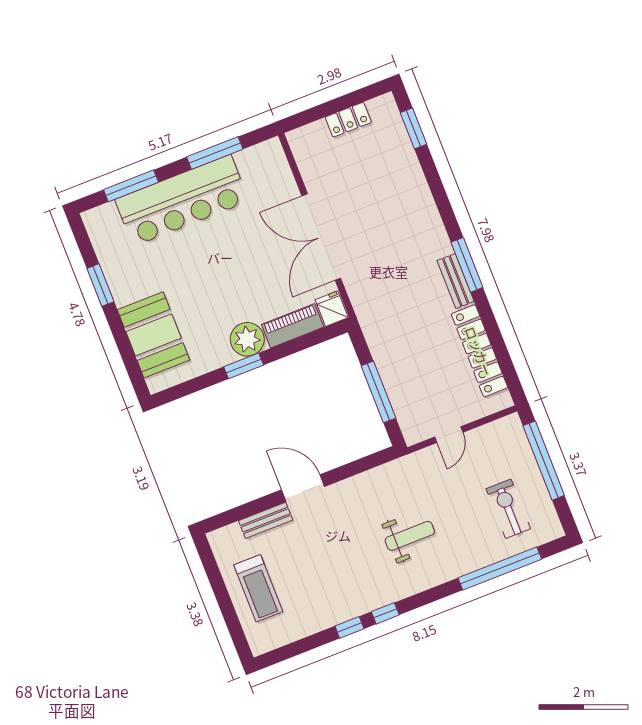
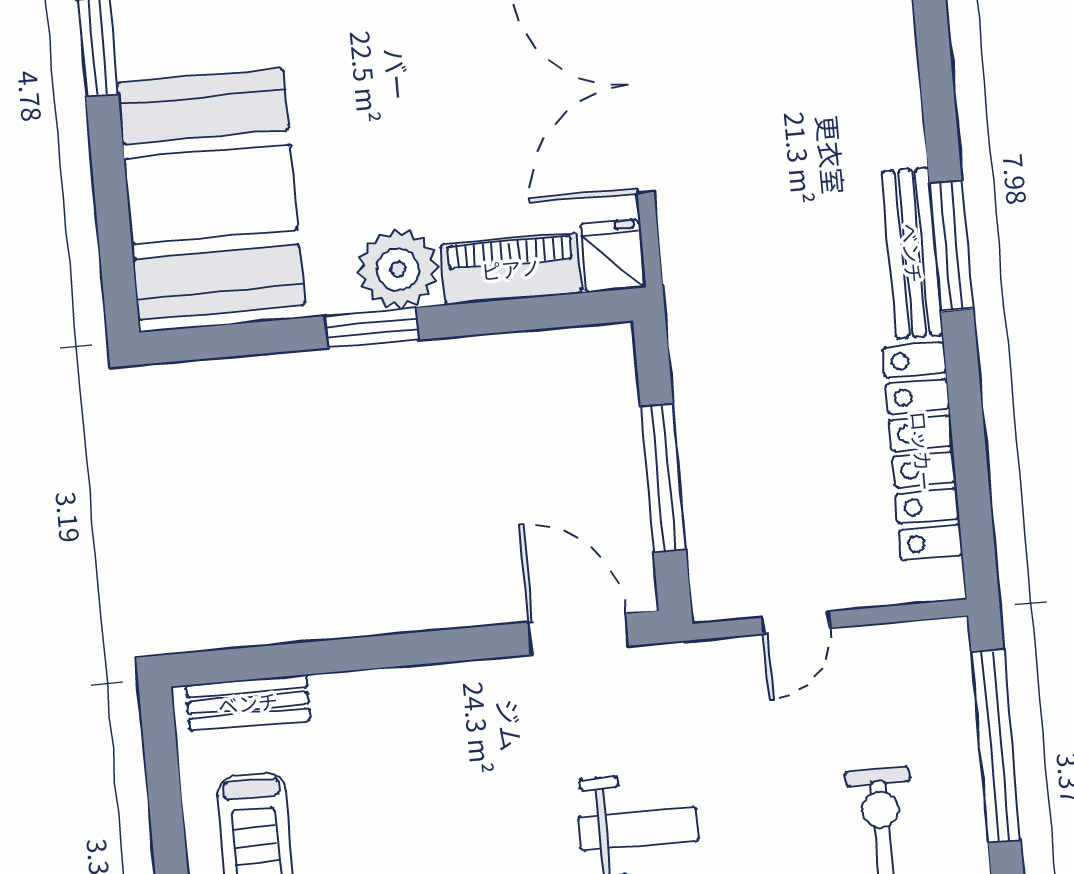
bench: (456, 281) -> (912, 253), width x1.36
booth: (154, 335) -> (211, 194), width x1.36, depth x1.42
door: (303, 488) -> (578, 634), moved
bench: (266, 520) -> (248, 703), moved

